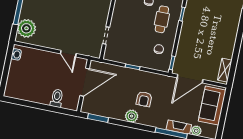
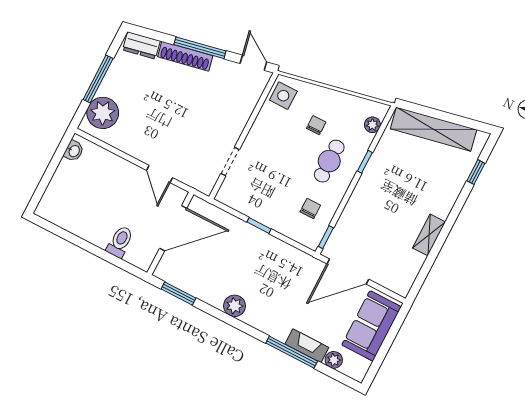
shelving: (225, 70) -> (429, 235), moved
armchair: (144, 99) -> (263, 284), removed

